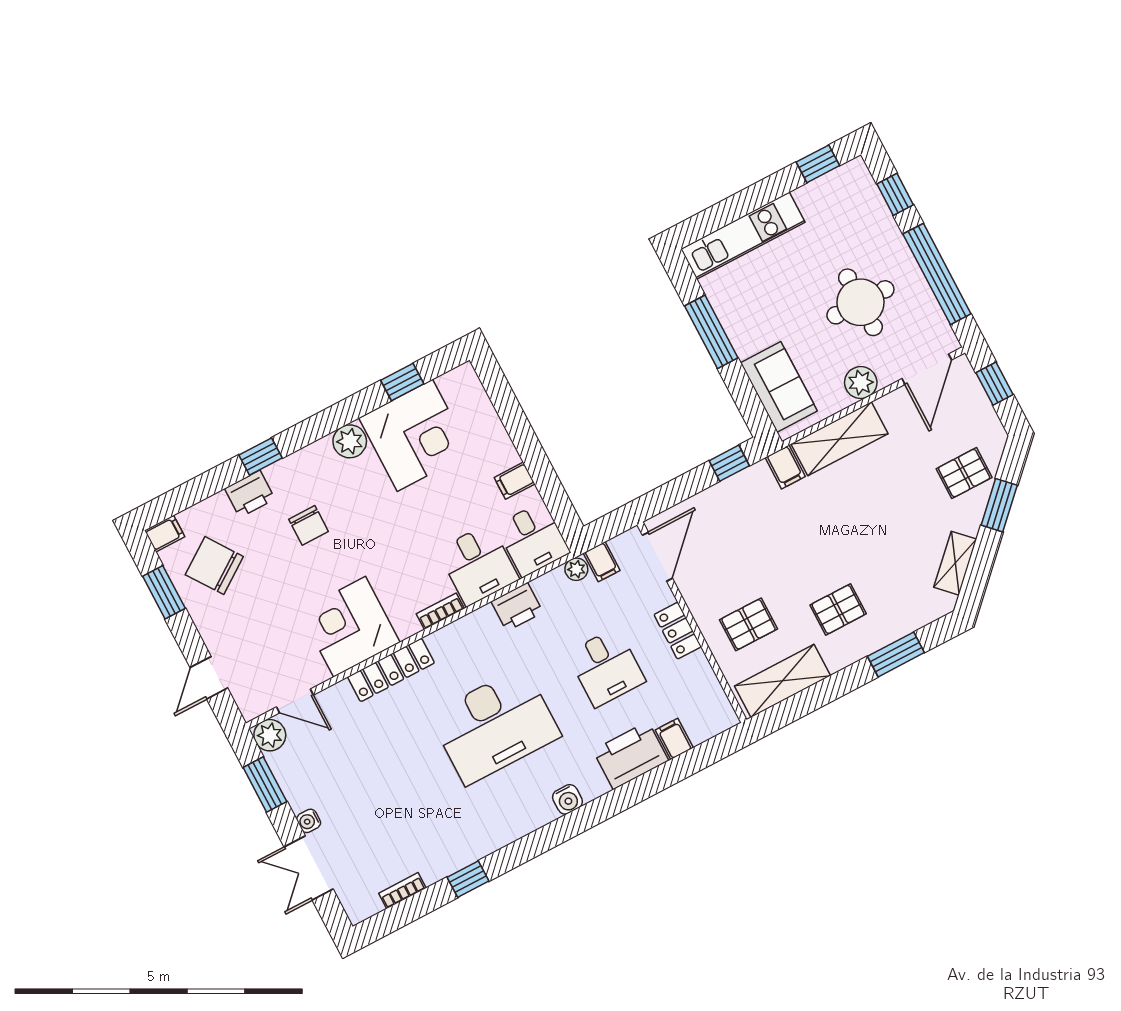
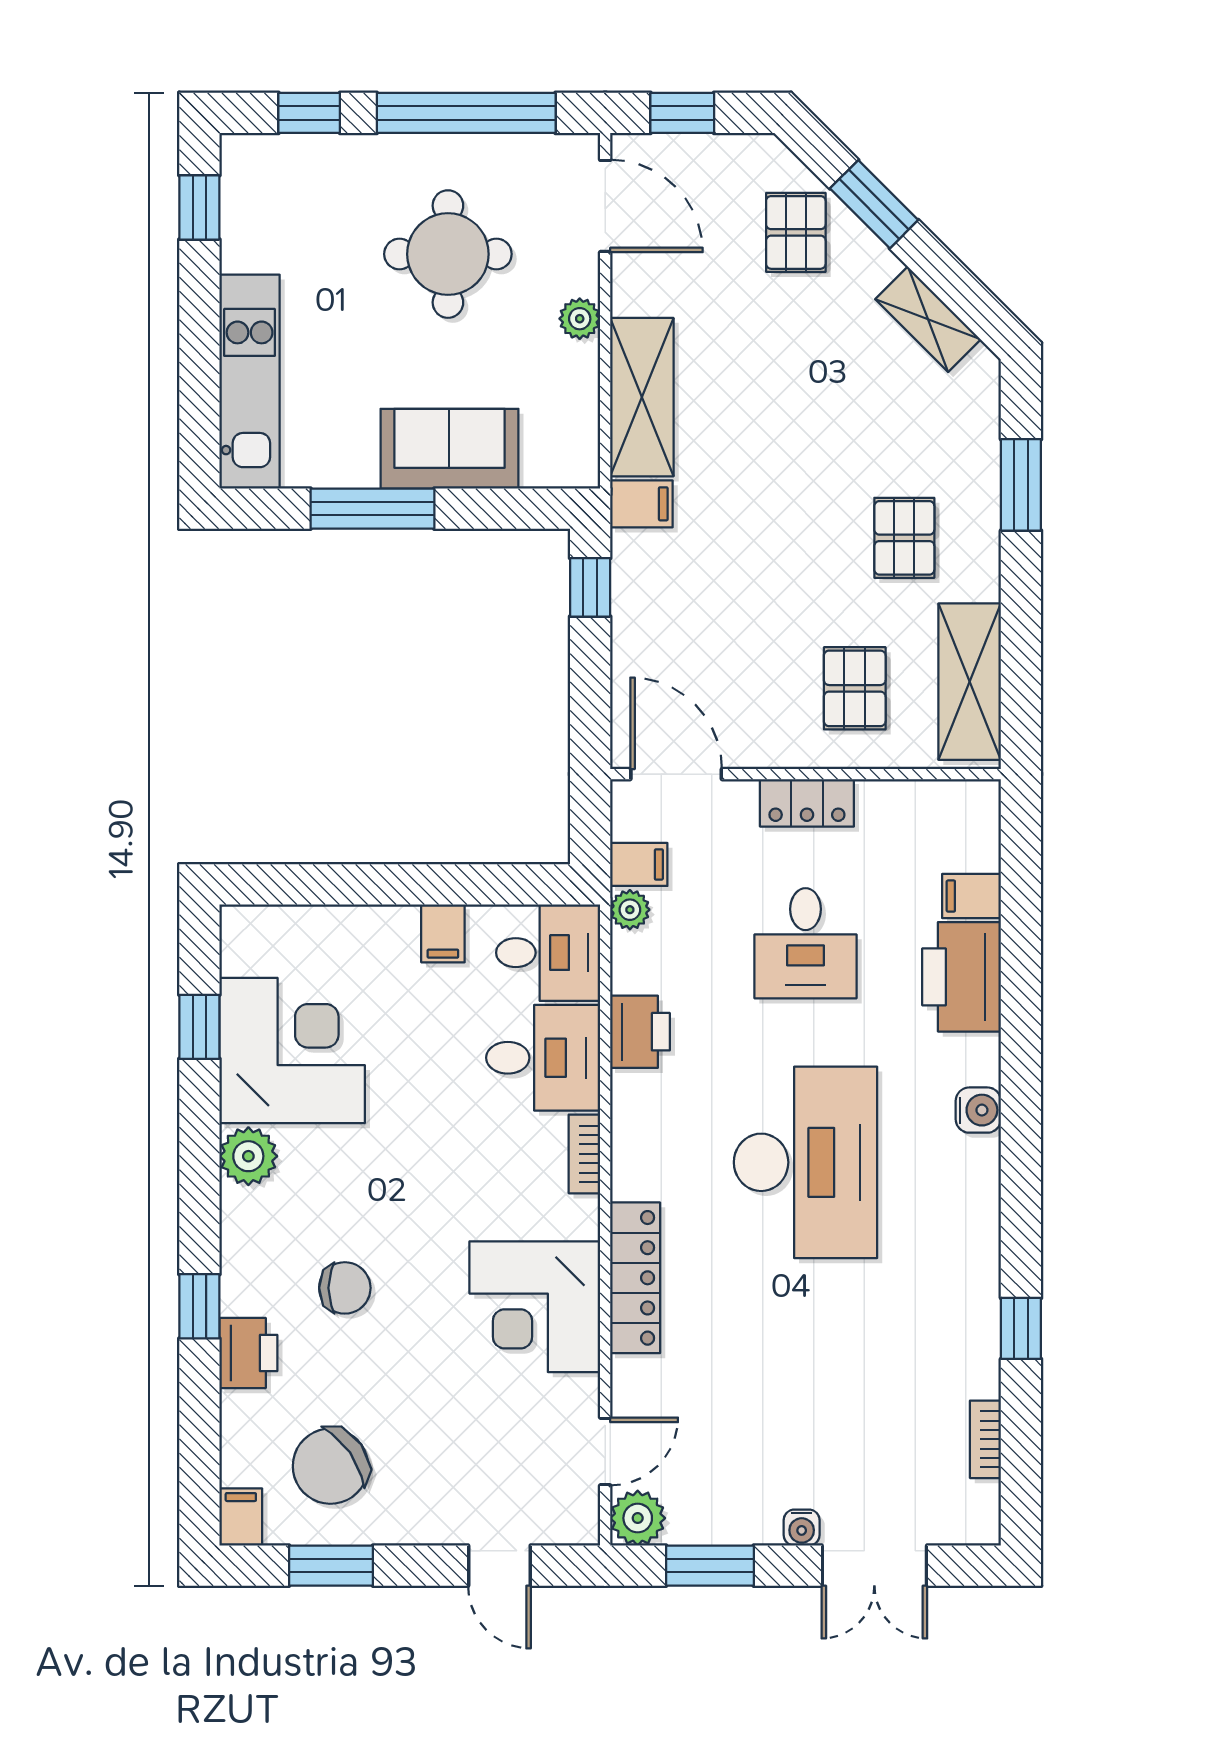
plant: (861, 383) -> (580, 319), width x0.73, depth x0.73
sofa: (779, 387) -> (449, 449), moved
desk: (606, 667) -> (806, 943), turned 90

